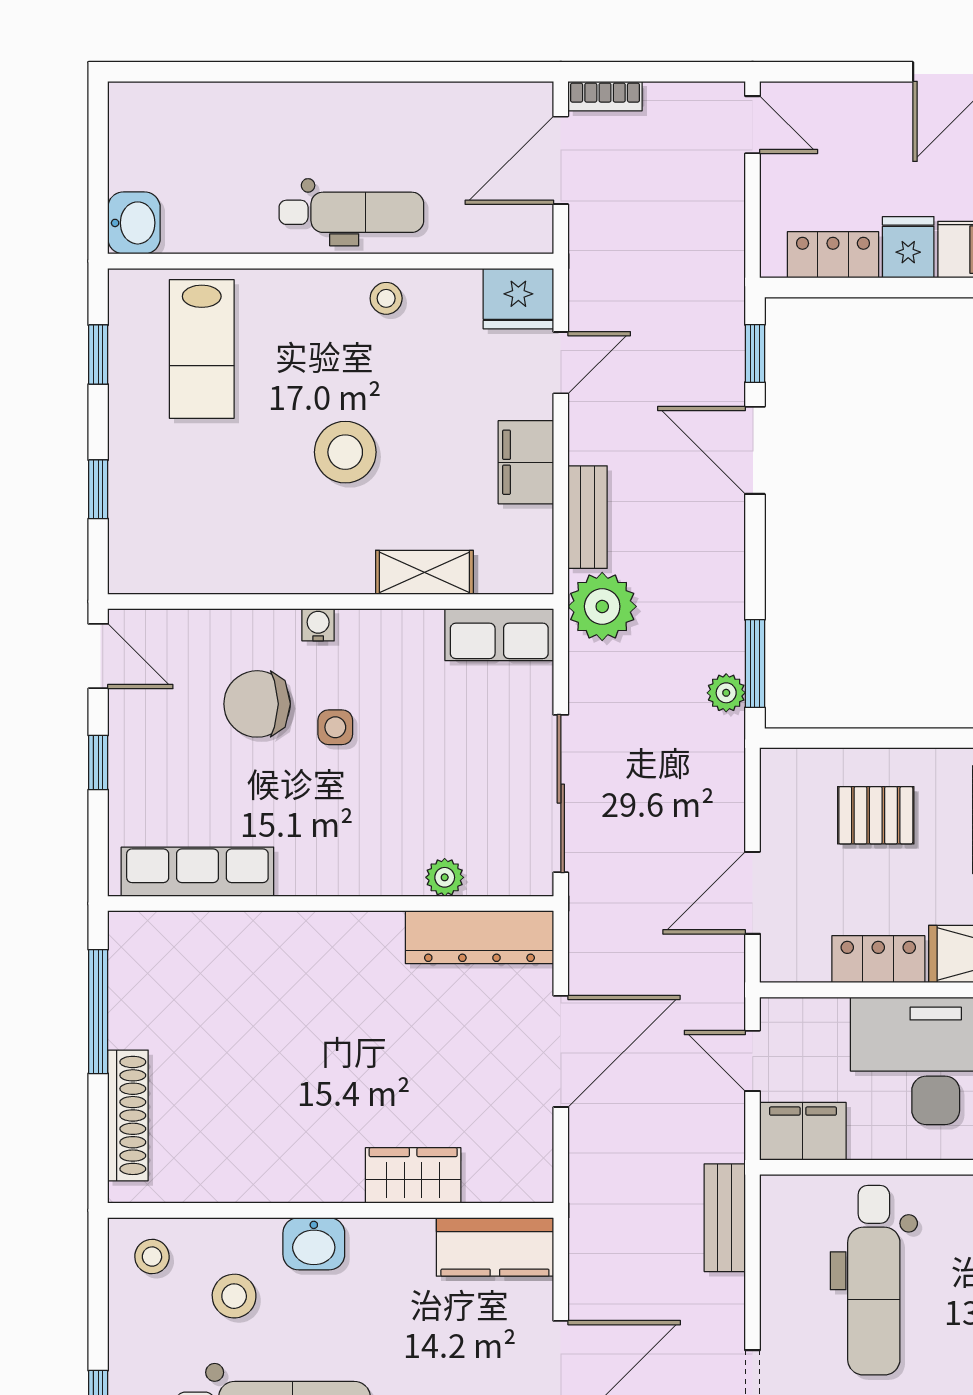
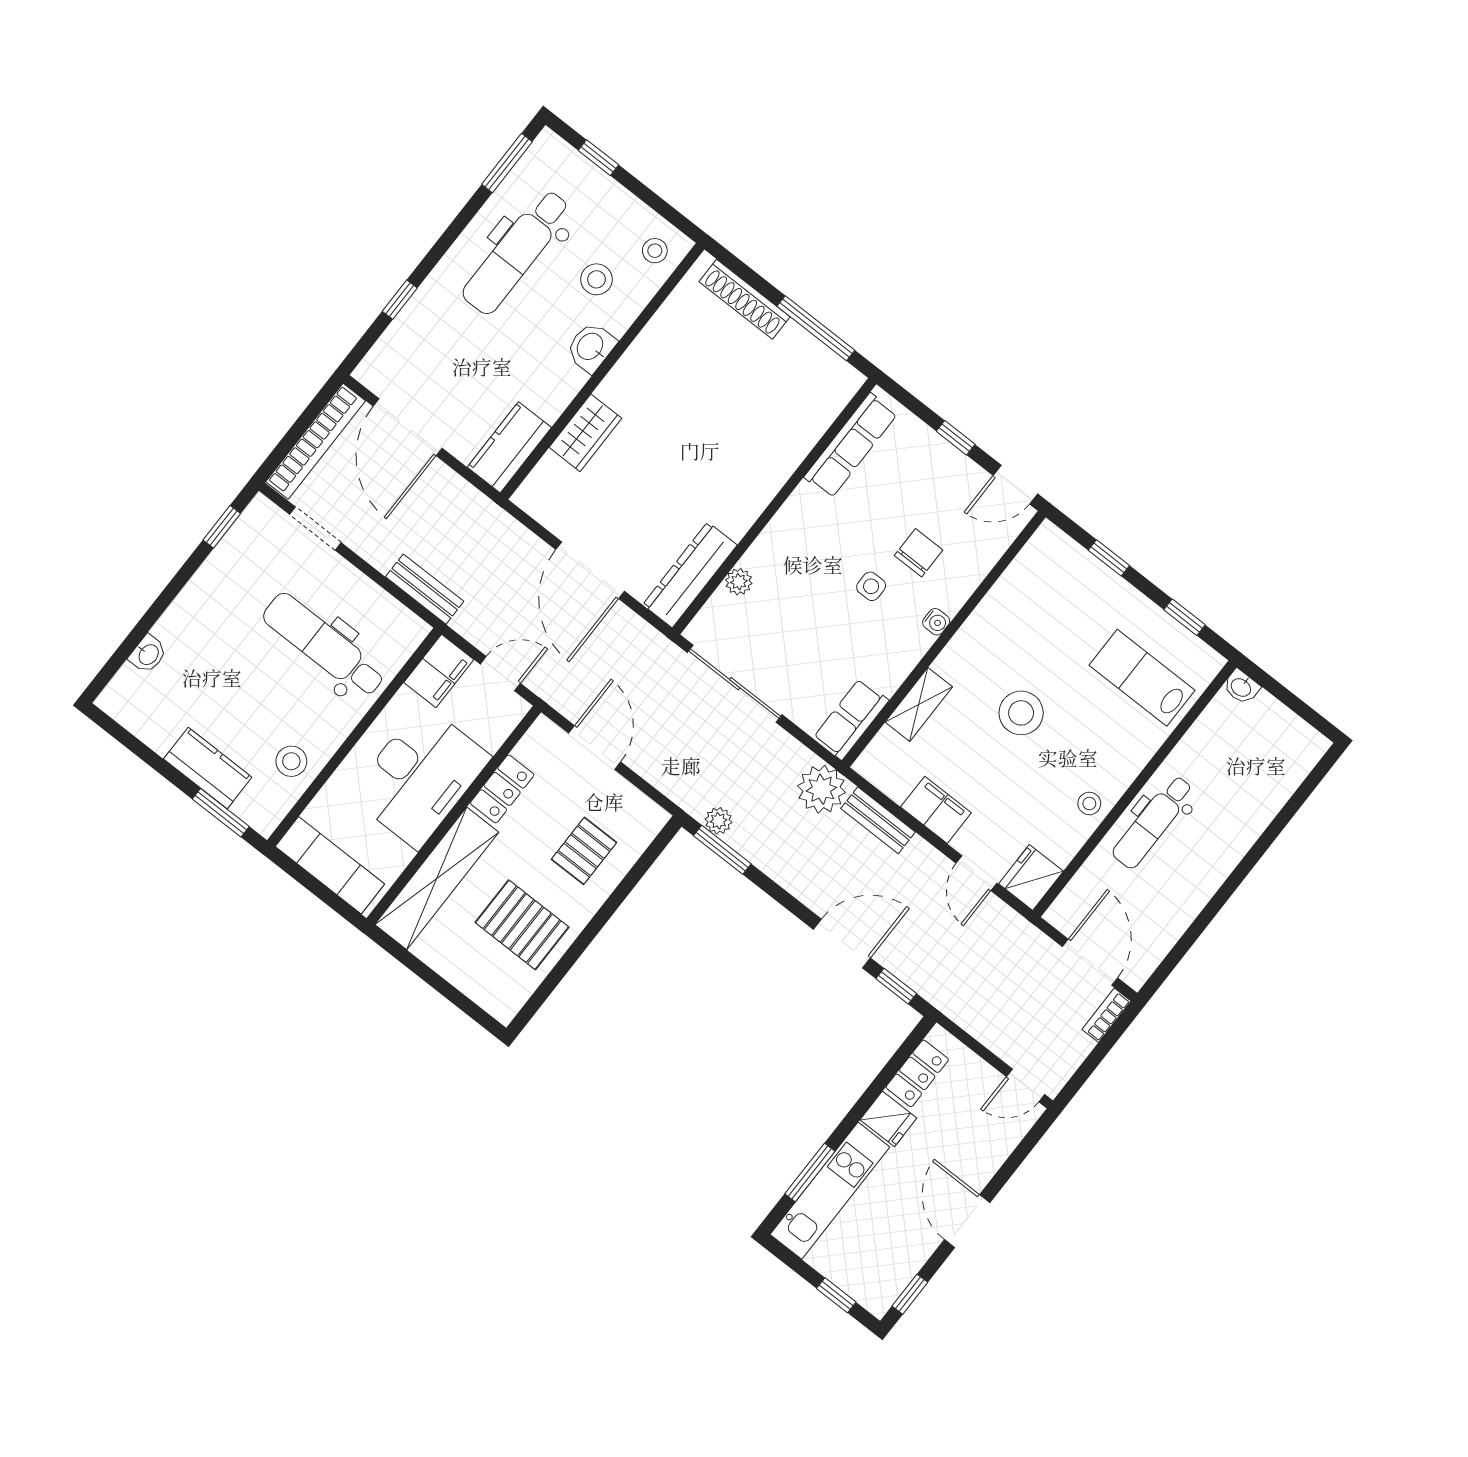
washbasin: (134, 223) -> (1241, 687), width x0.72, depth x0.69
chair: (257, 704) -> (919, 553), width x0.73, depth x0.73

